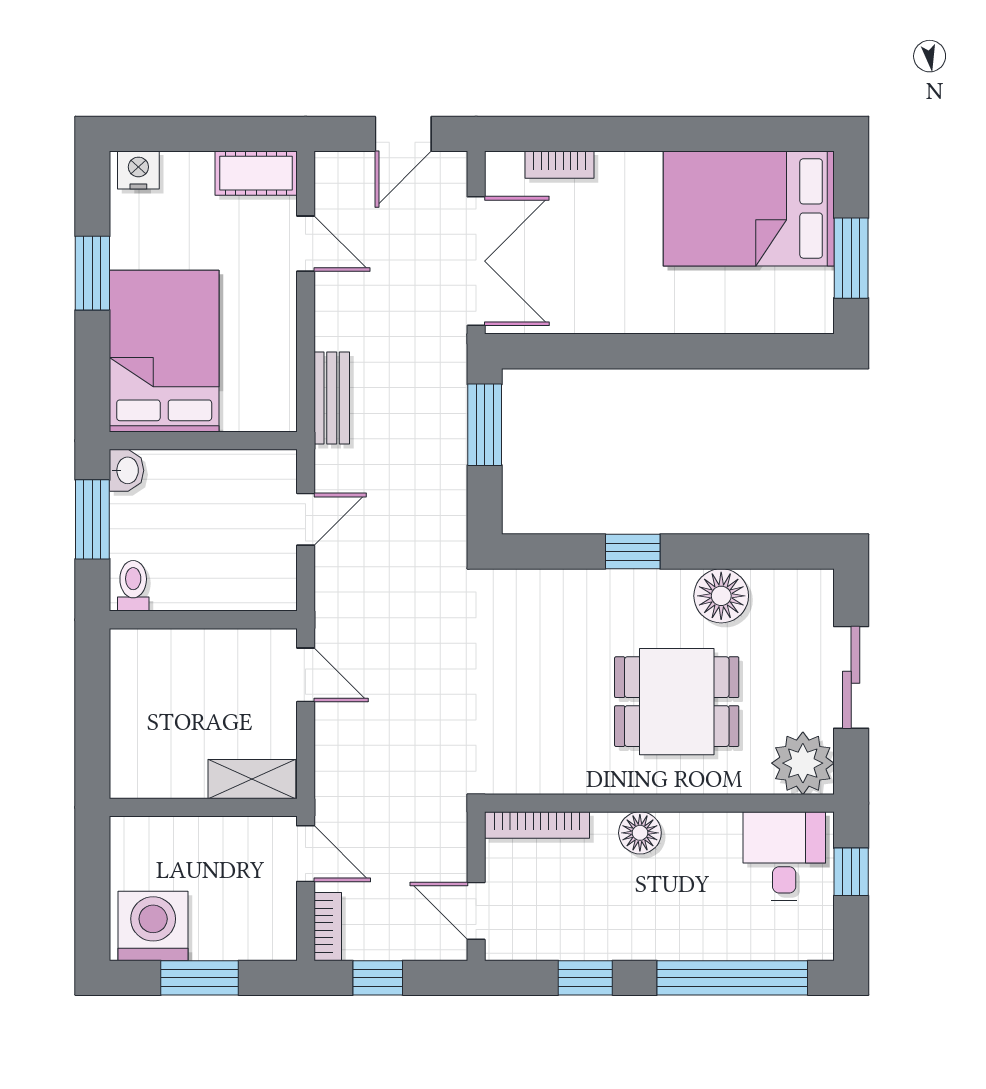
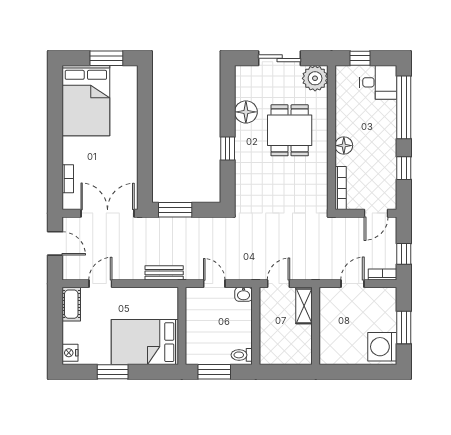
washbasin: (127, 470) -> (244, 294), moved, turned 180
shelving: (252, 779) -> (304, 306), moved
wall: (203, 807) -> (316, 326), moved
desk: (784, 856) -> (378, 82), moved, turned 180

